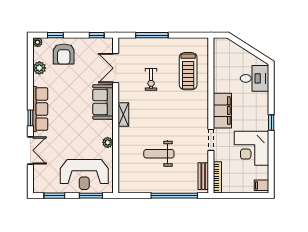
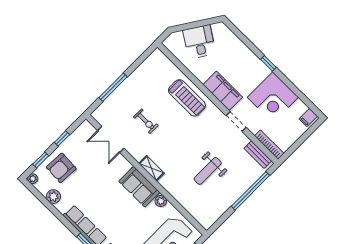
window: (97, 35) -> (62, 139), moved
armchair: (64, 54) -> (61, 168), turned 93
treadmill: (188, 71) -> (187, 98), moved
desk: (254, 78) -> (199, 42), moved, turned -57
sofa: (103, 102) -> (139, 187), moved

